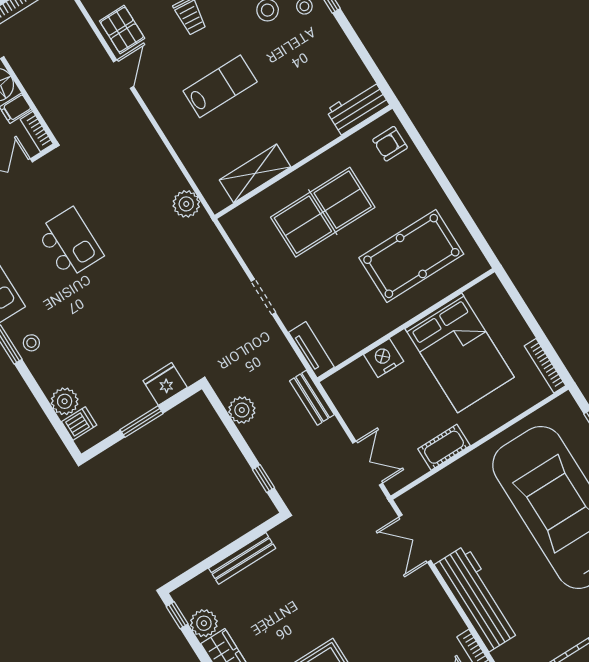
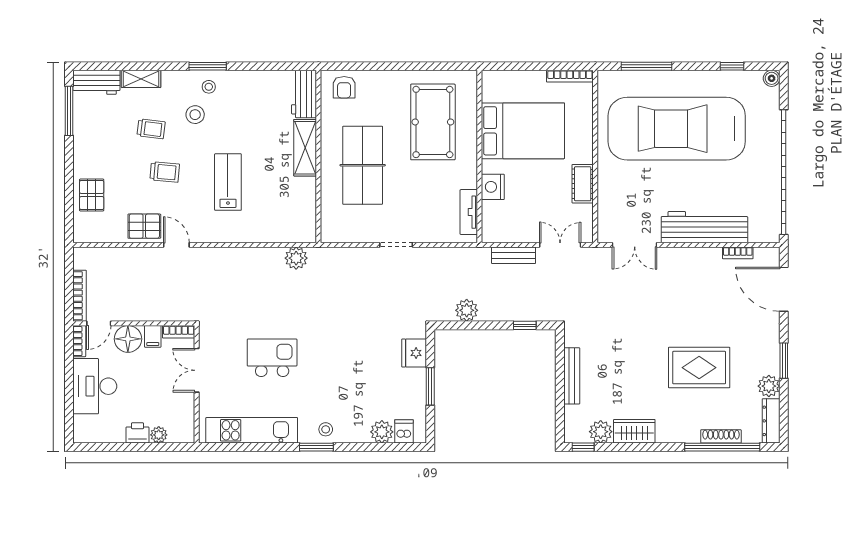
shelving: (255, 173) -> (305, 148), moved
tv unit: (311, 350) -> (469, 212), moved, turned -90
bench: (312, 398) -> (514, 255), moved

